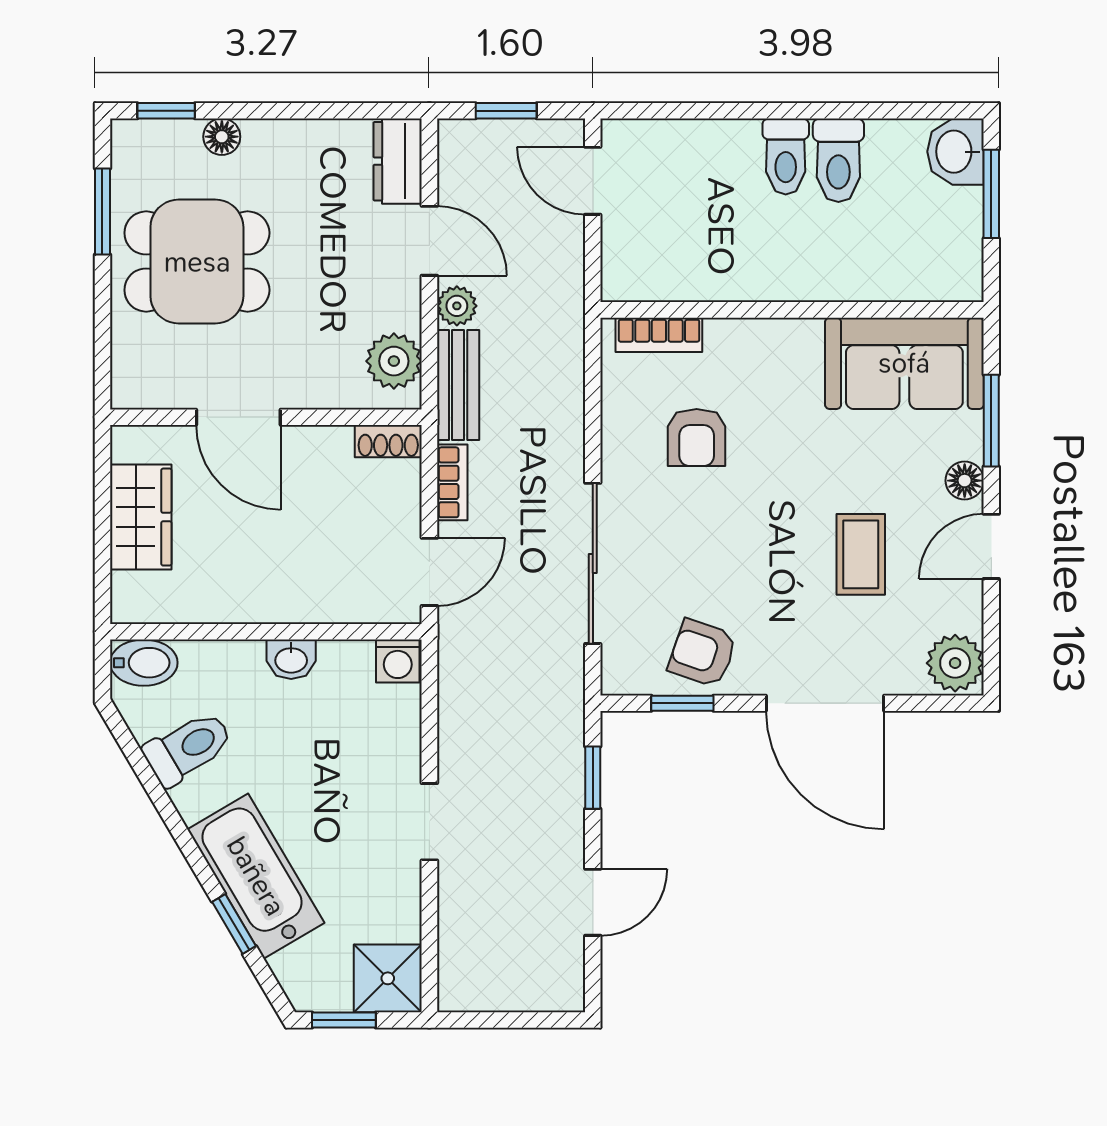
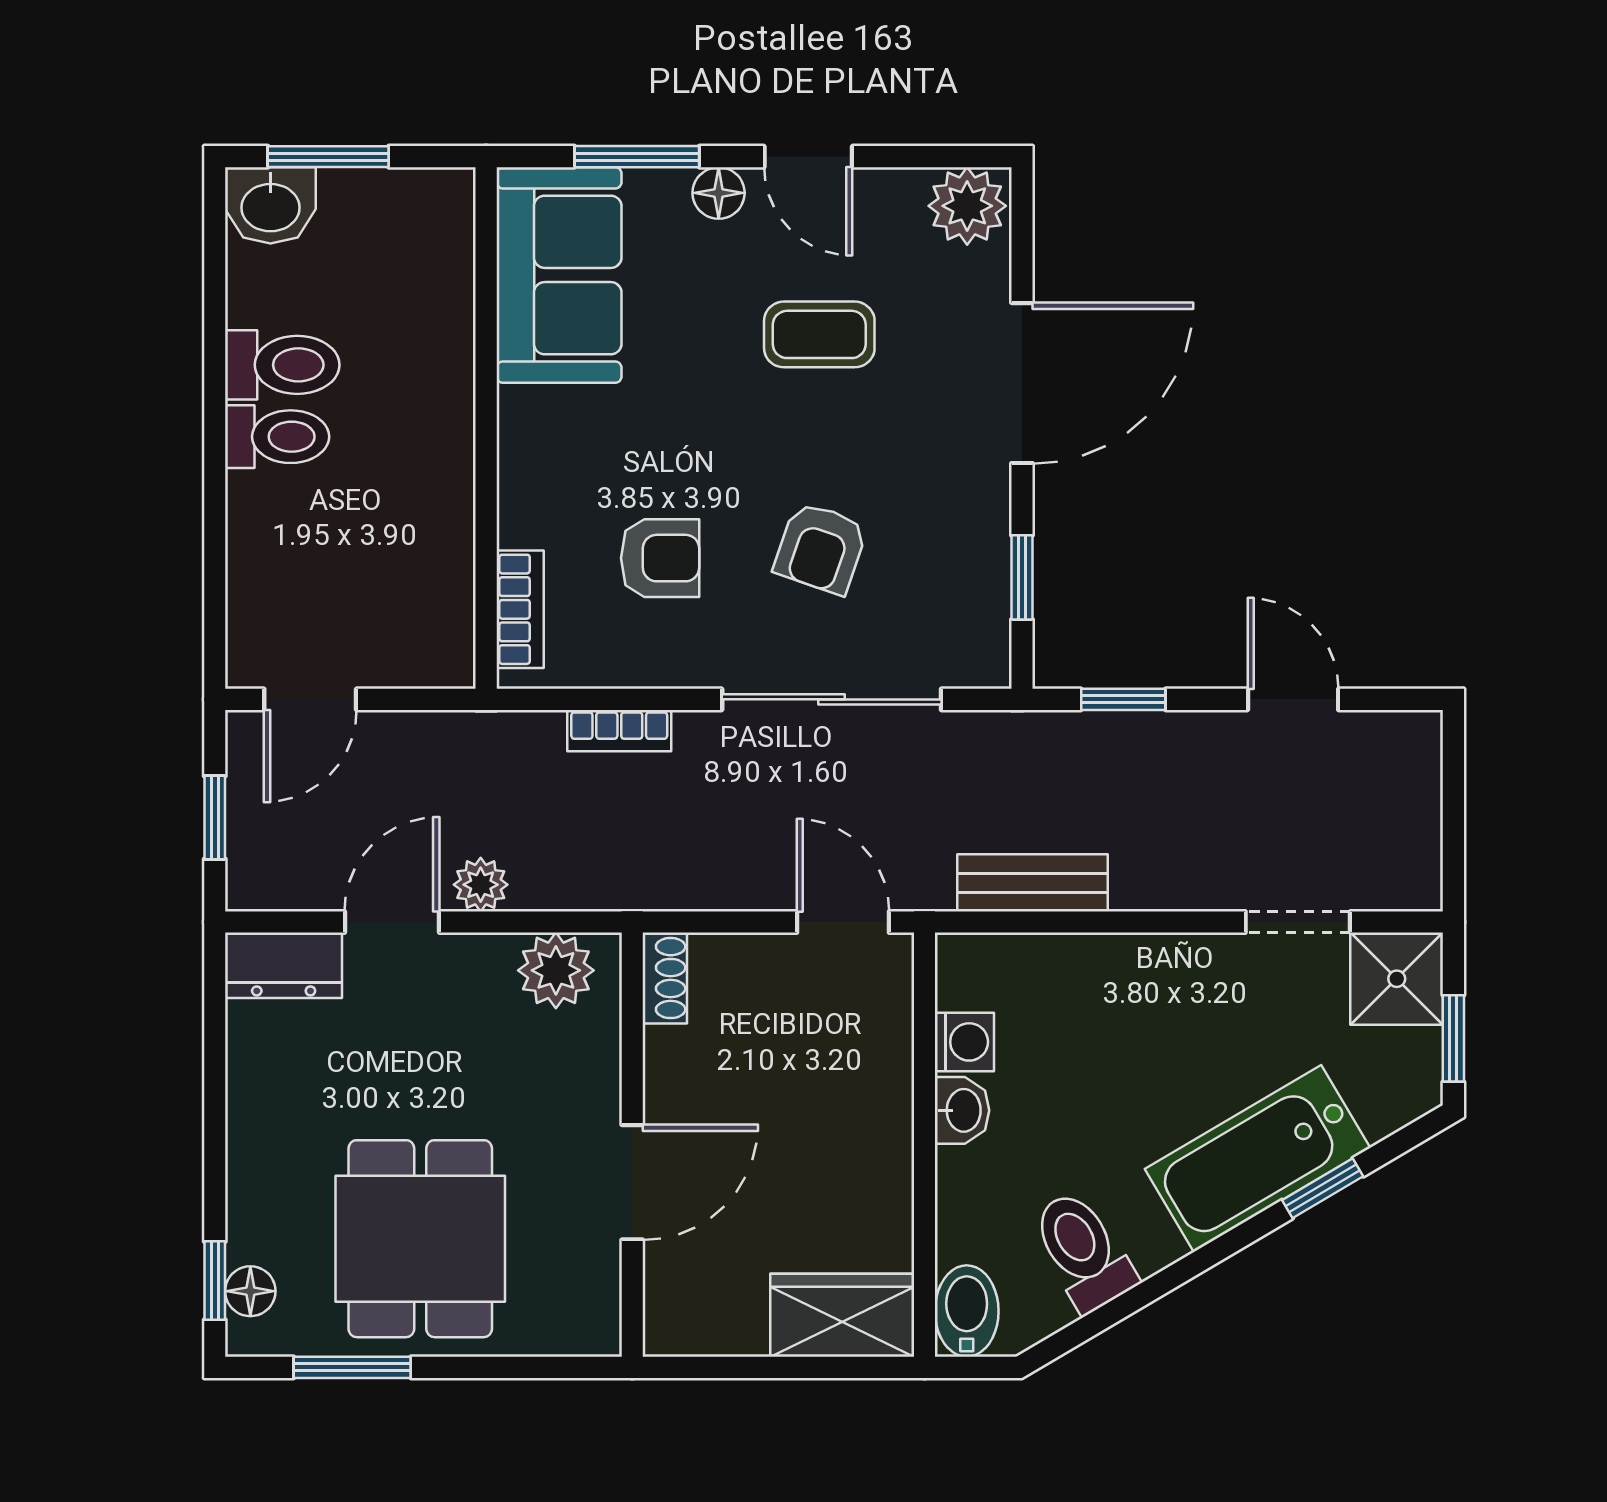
floor lamp: (222, 137) -> (250, 1291), moved
bench: (458, 385) -> (1033, 883), moved
bookcase: (452, 482) -> (619, 731), moved, turned 180
wardrobe: (141, 517) -> (842, 1315), moved
armchair: (702, 653) -> (821, 548), moved
washing machine: (398, 661) -> (964, 1042), moved
doorway: (429, 822) -> (1298, 922), moved

